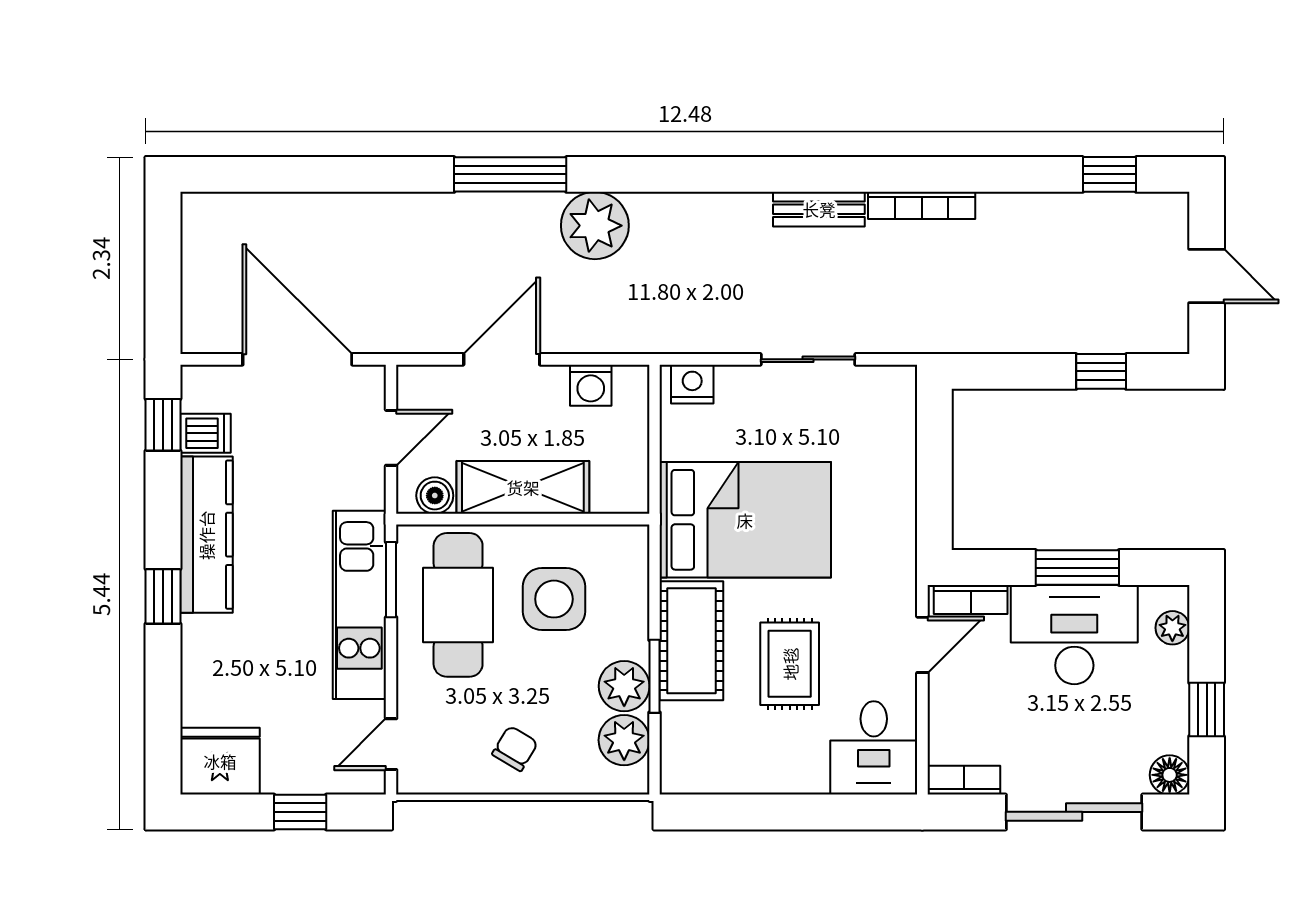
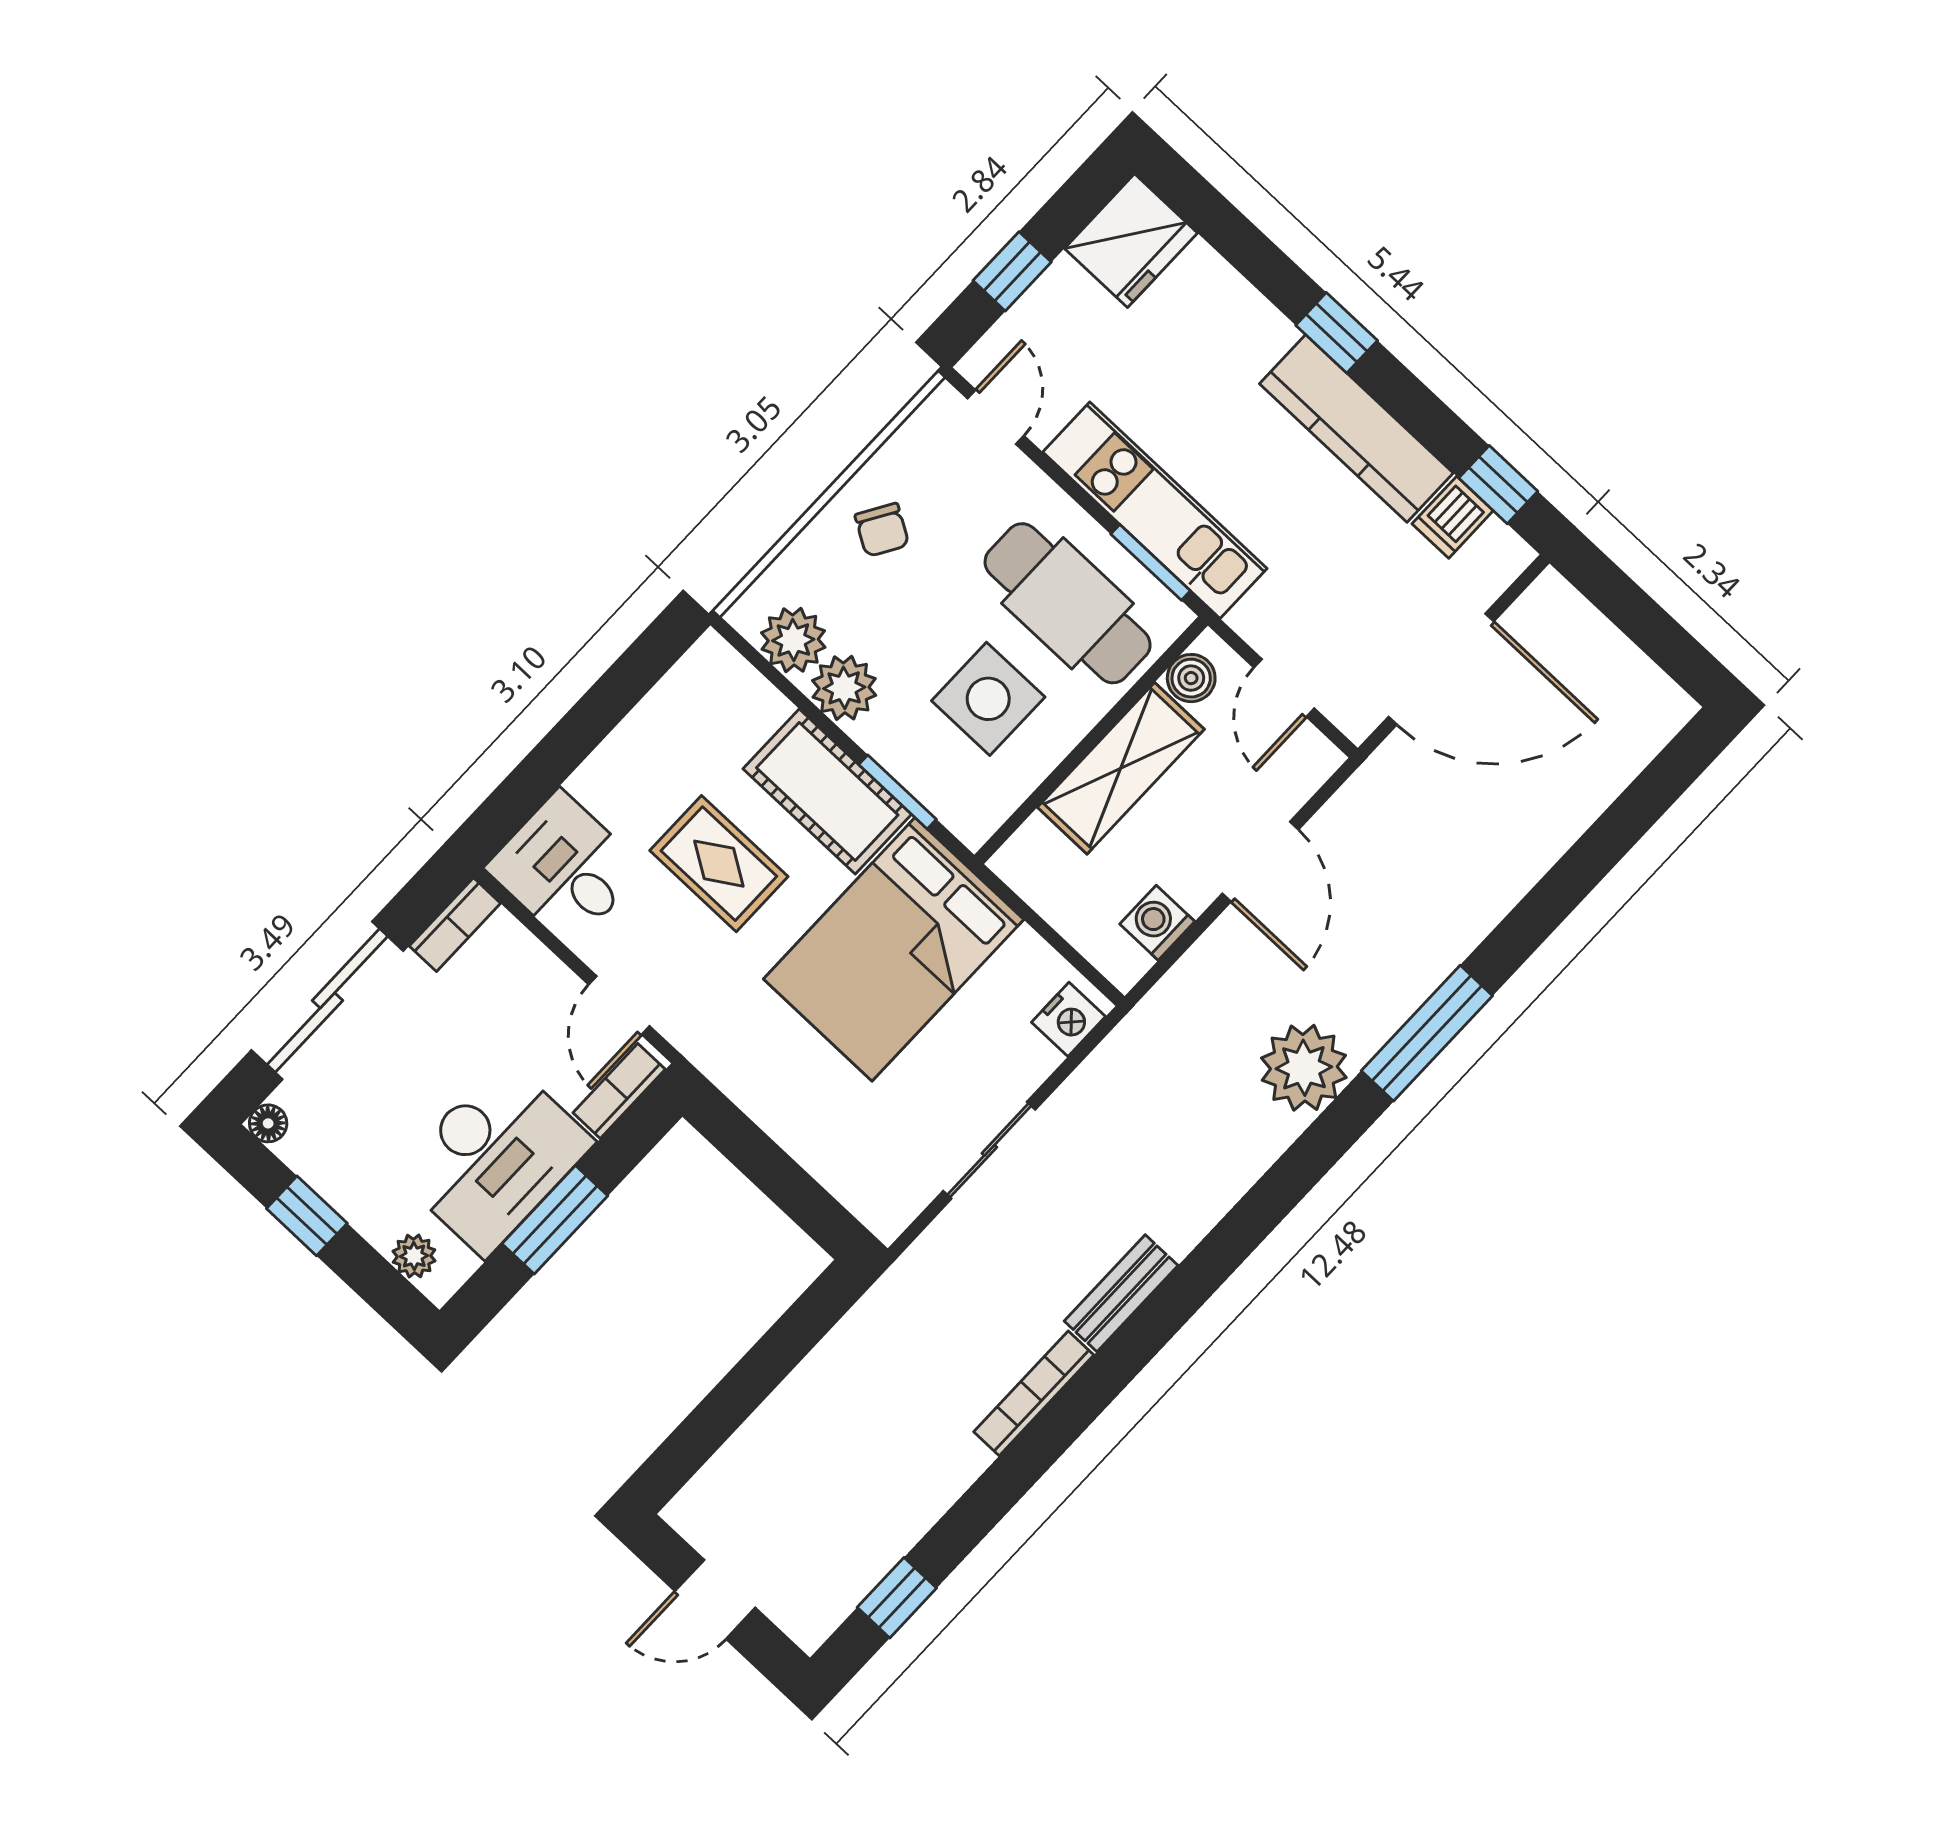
window: (1101, 371) -> (719, 1416), removed
window: (655, 676) -> (898, 792), moved
floor lamp: (1170, 775) -> (268, 1123), width x0.73, depth x0.73

